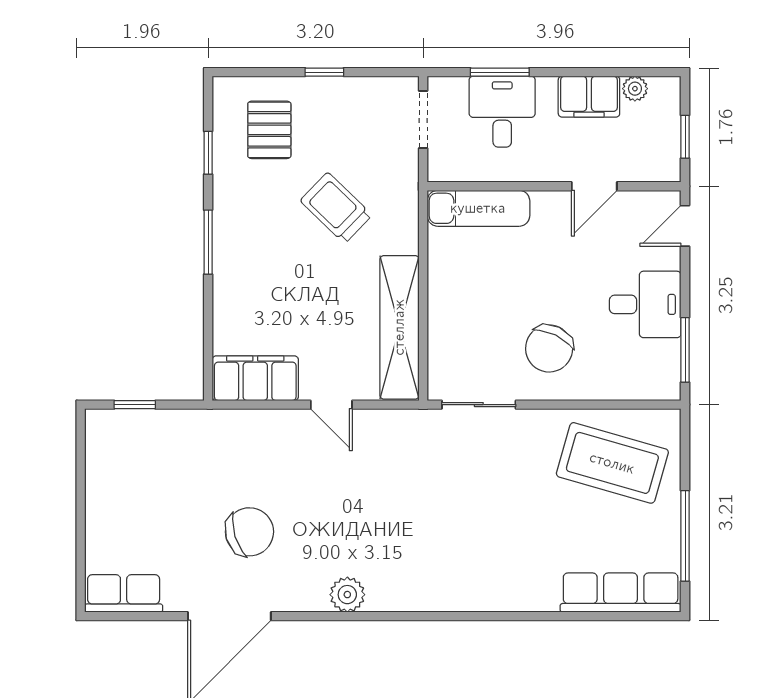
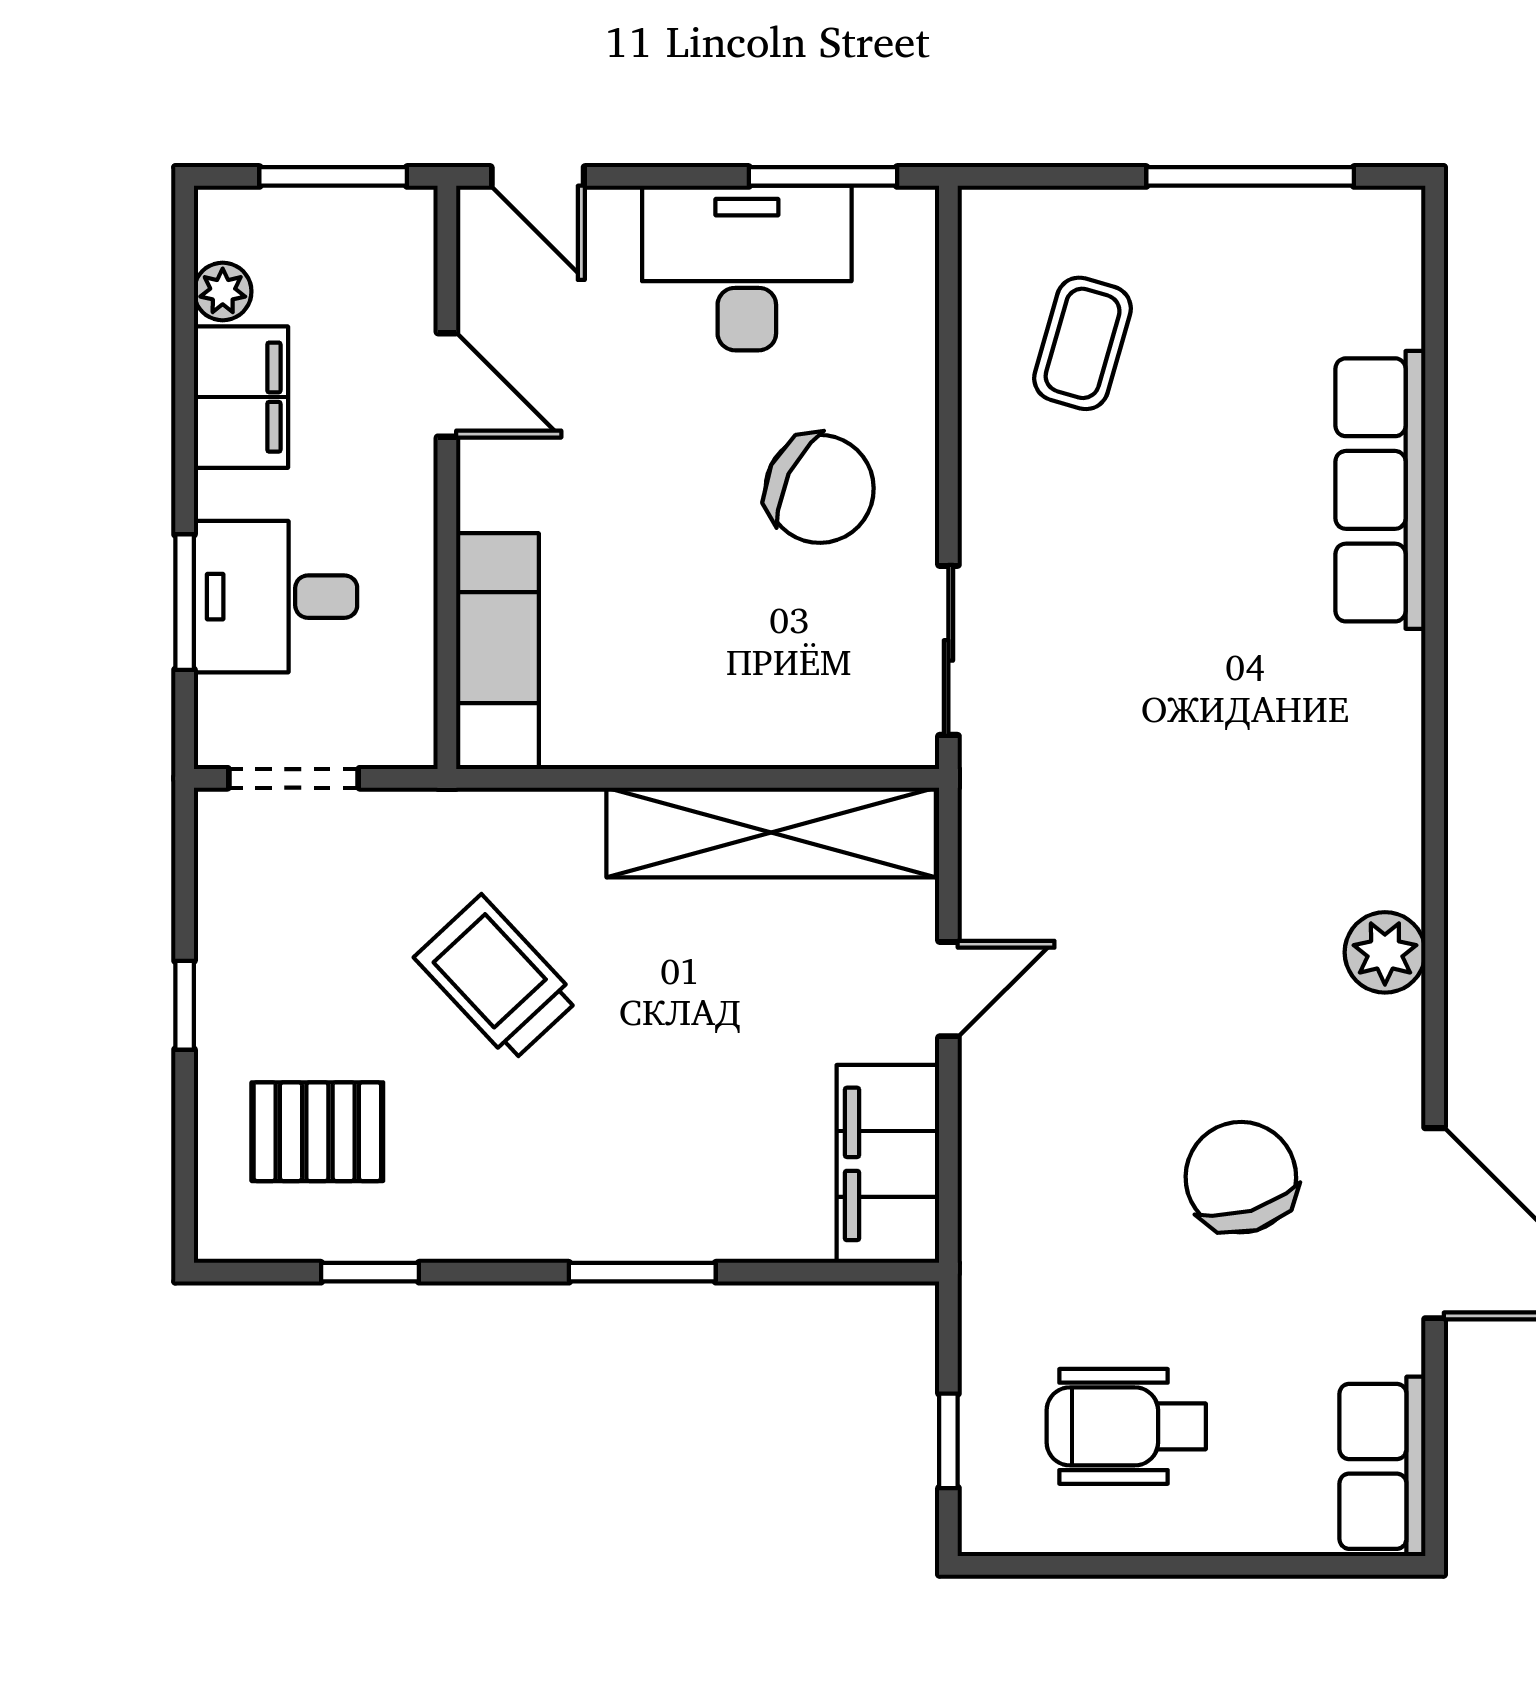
window: (685, 137) -> (333, 176), width x1.50
trolley: (336, 208) -> (497, 978), turned 93
window: (208, 242) -> (642, 1272), moved
desk: (645, 304) -> (747, 268), width x1.37
coffee table: (612, 463) -> (1083, 343), width x0.54, depth x0.58
wheelchair: (141, 482) -> (1126, 1426), added
row of seats: (621, 593) -> (1380, 490), moved

